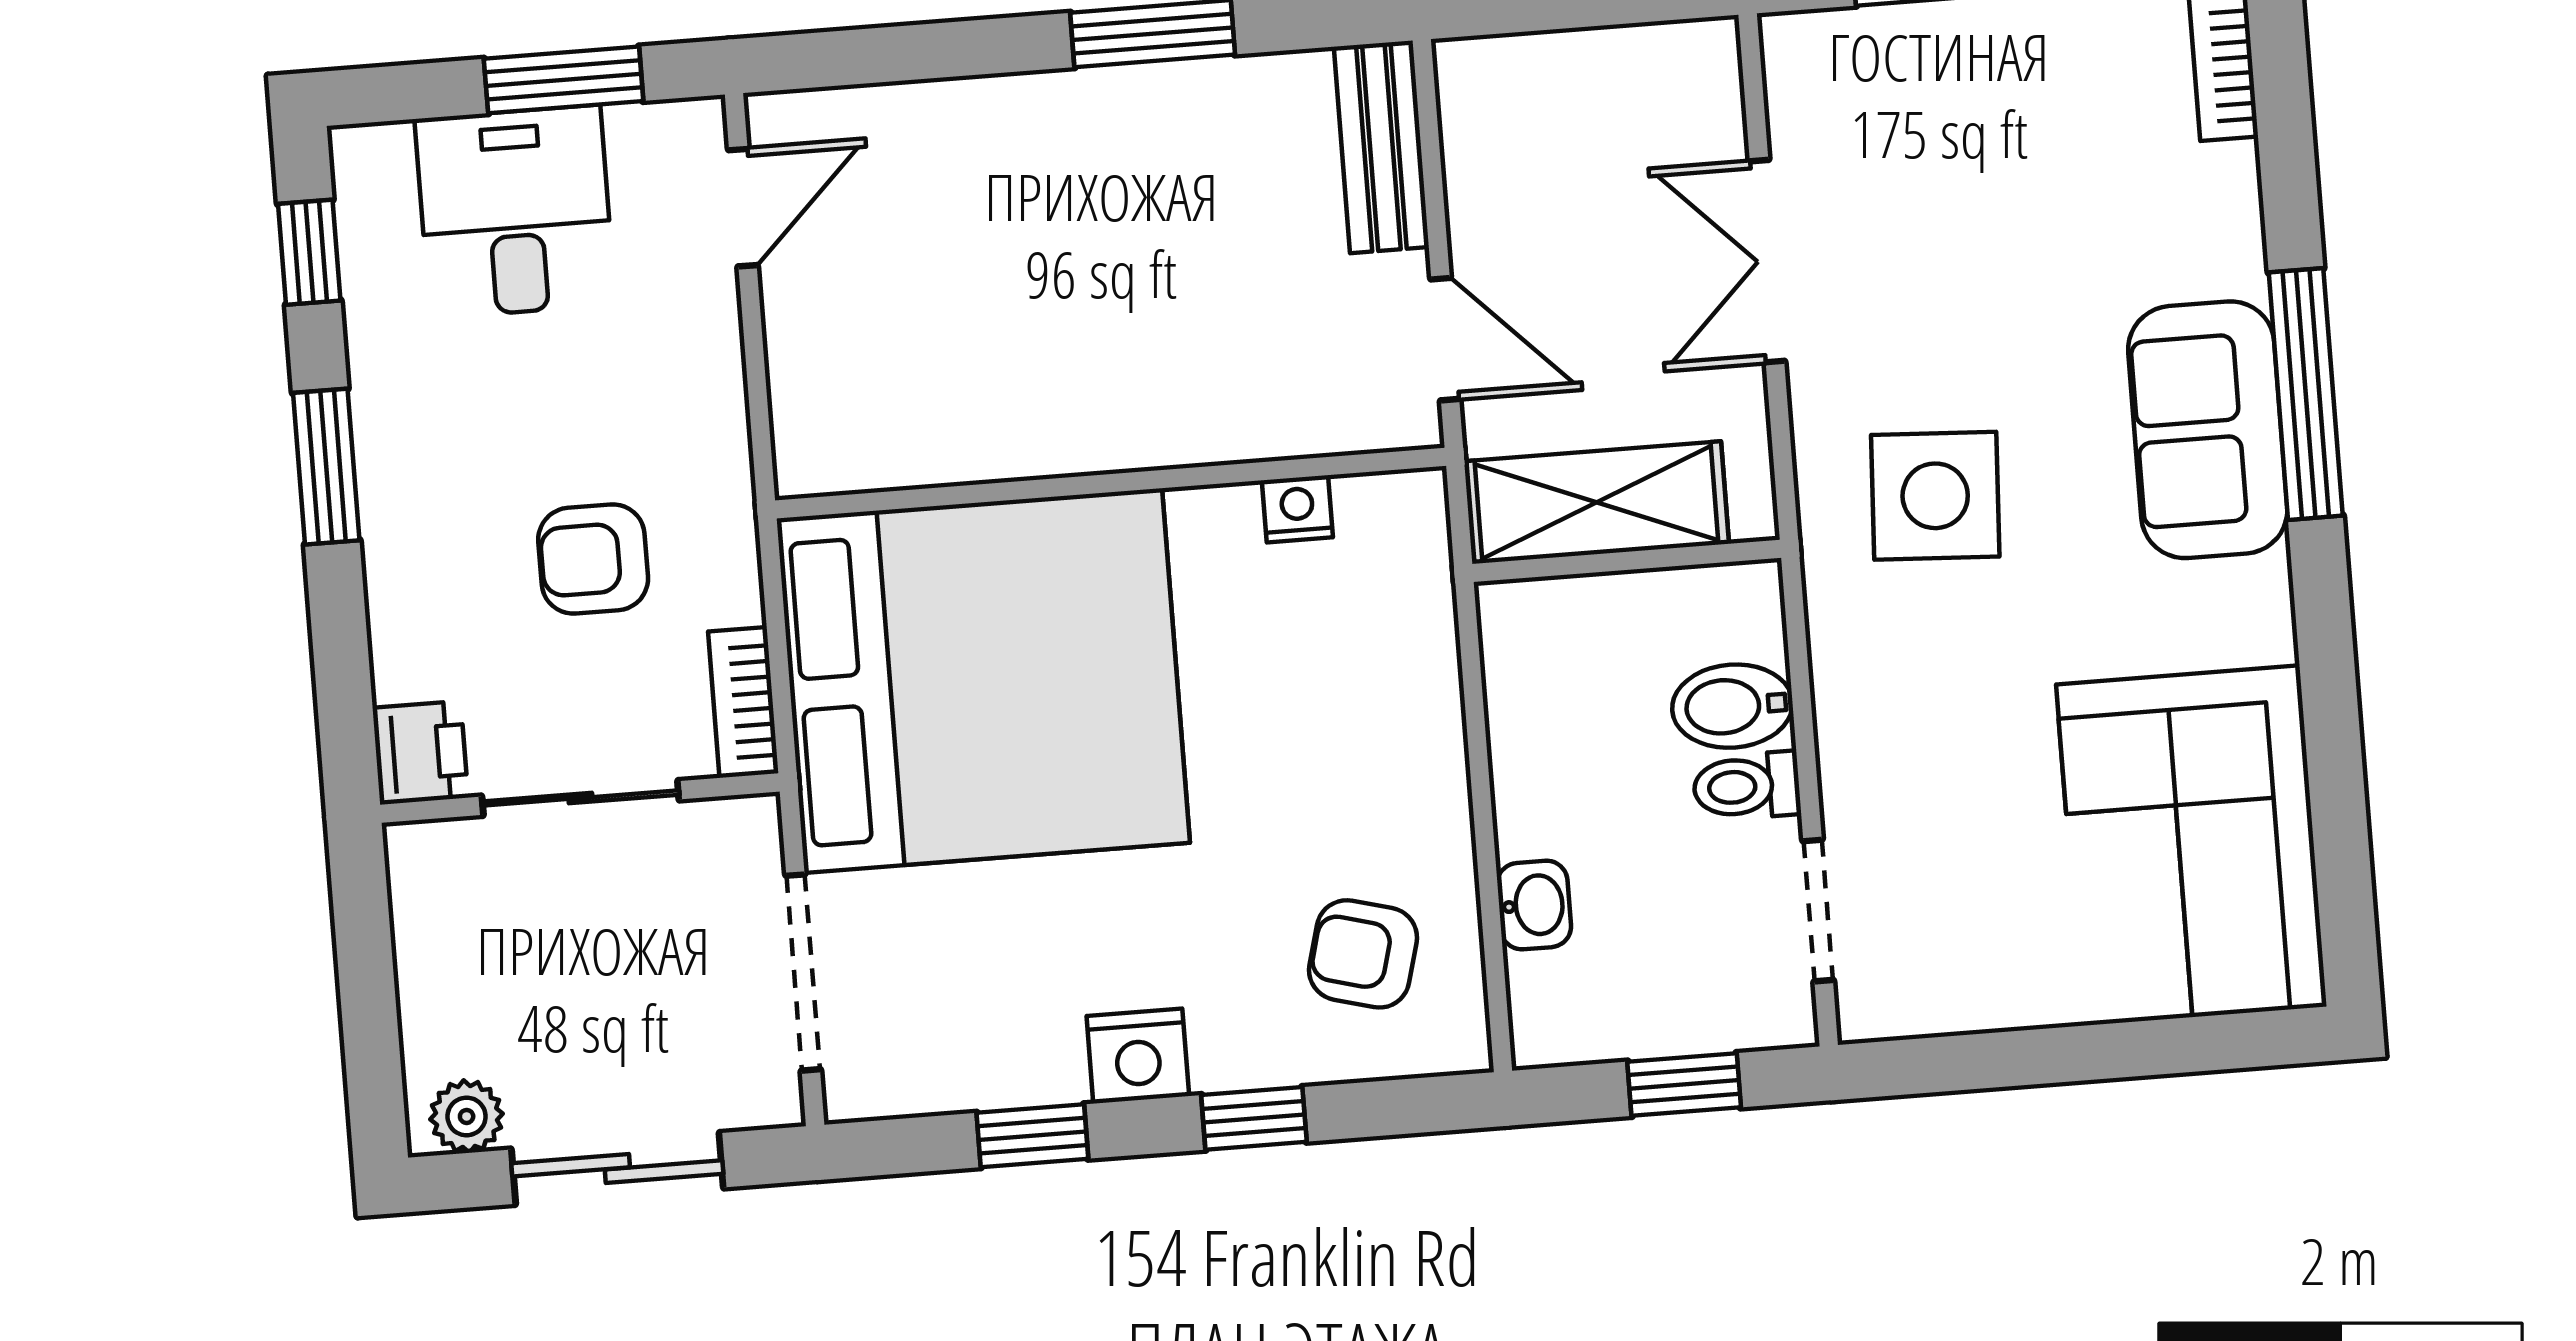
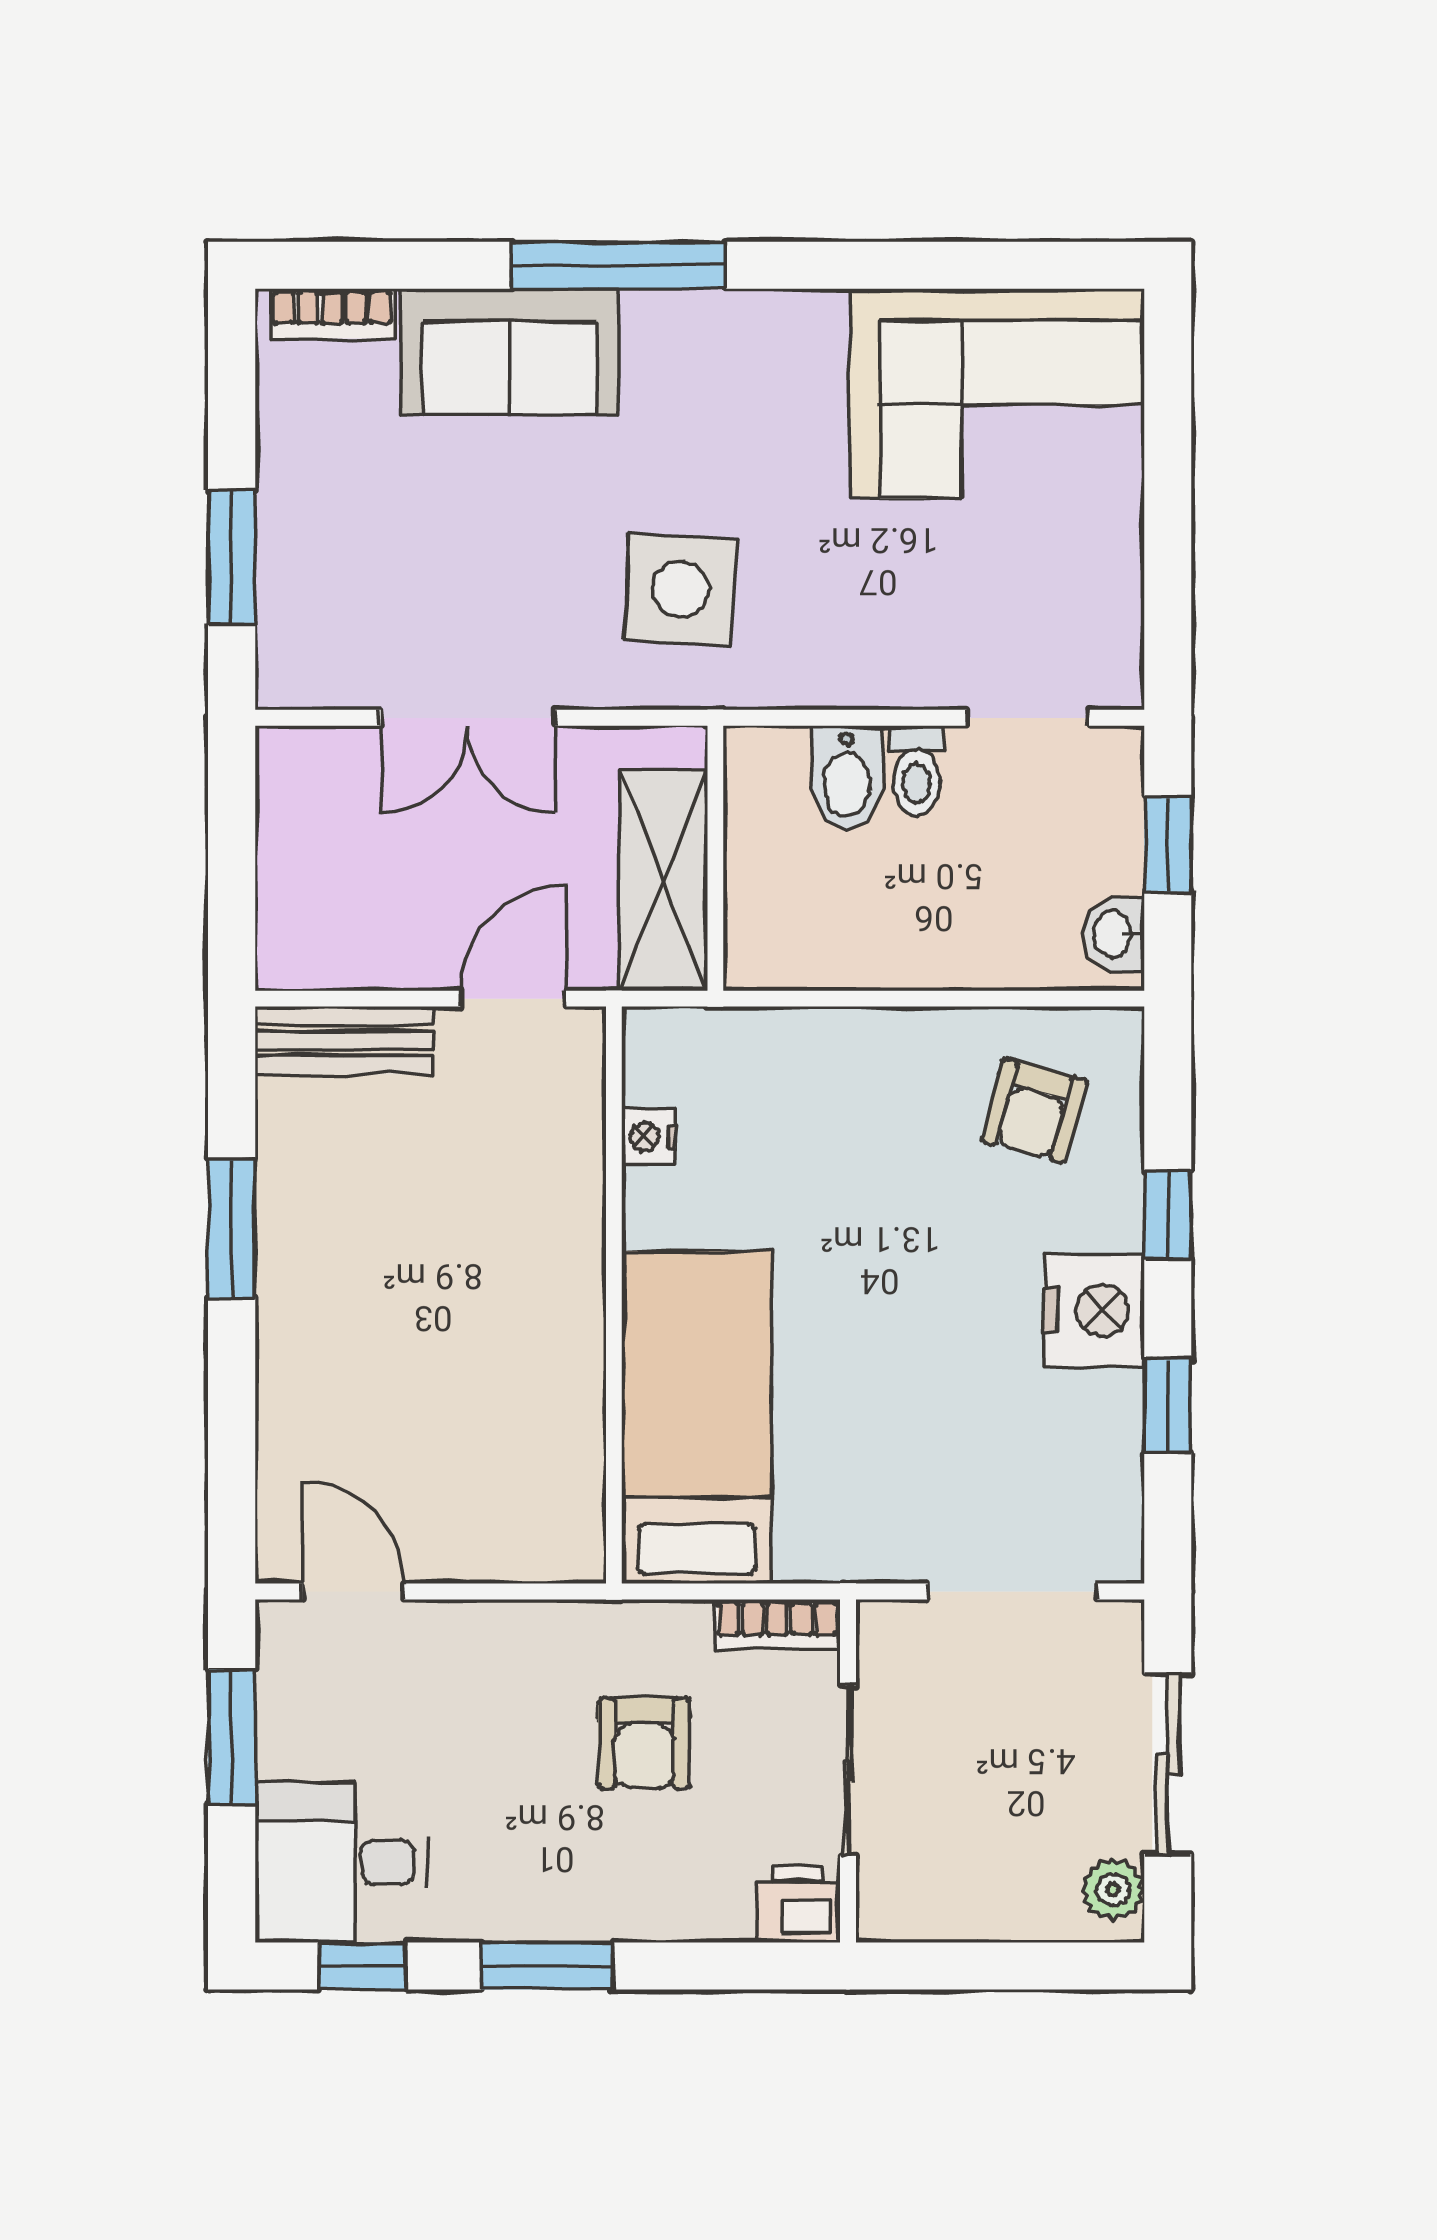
desk: (515, 212) -> (341, 1863), moved
sofa: (2208, 430) -> (509, 351), moved
bed: (983, 681) -> (696, 1418), width x0.49
washbasin: (1534, 905) -> (1114, 934), moved, turned -90
nightstand: (1138, 1056) -> (1094, 1310), width x1.36, depth x1.33

